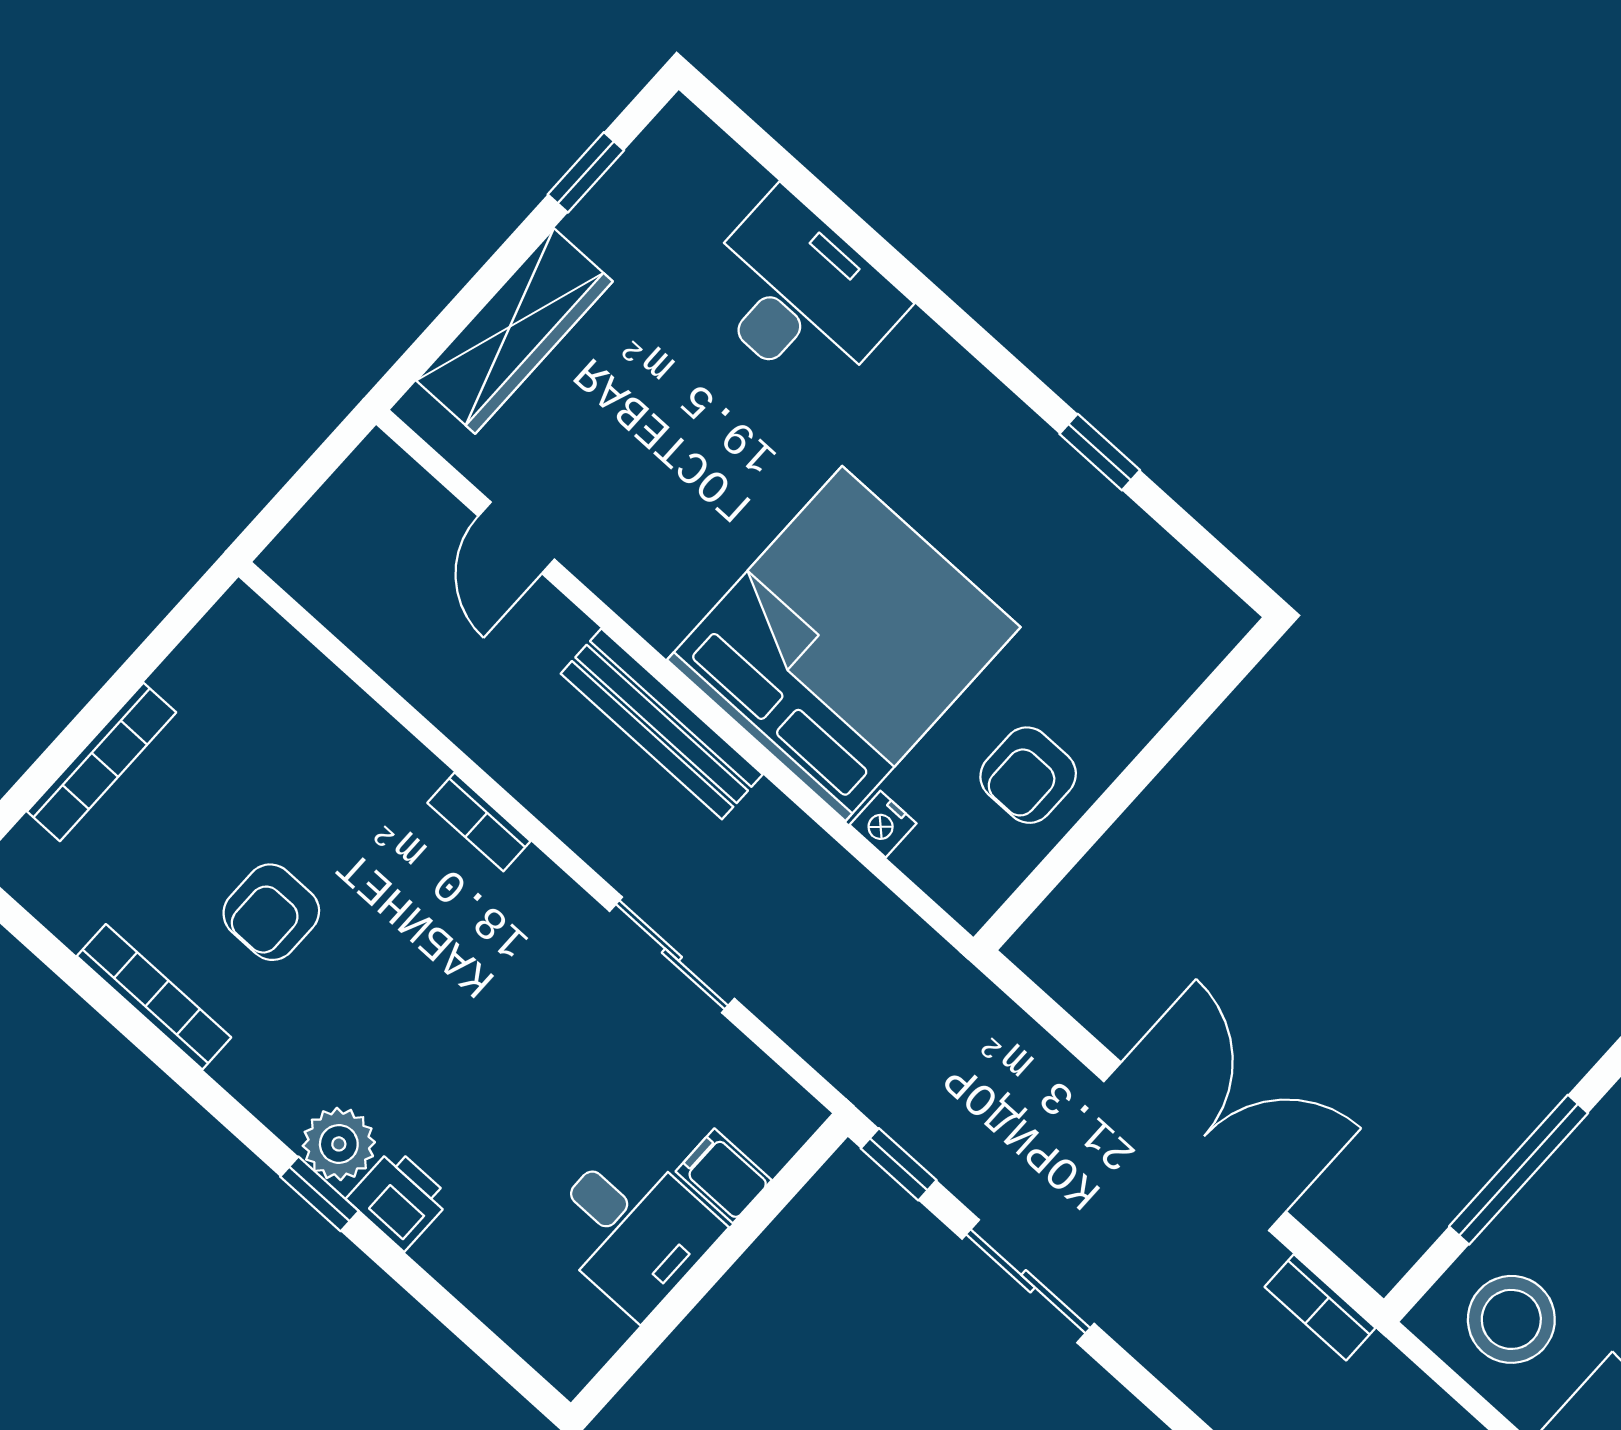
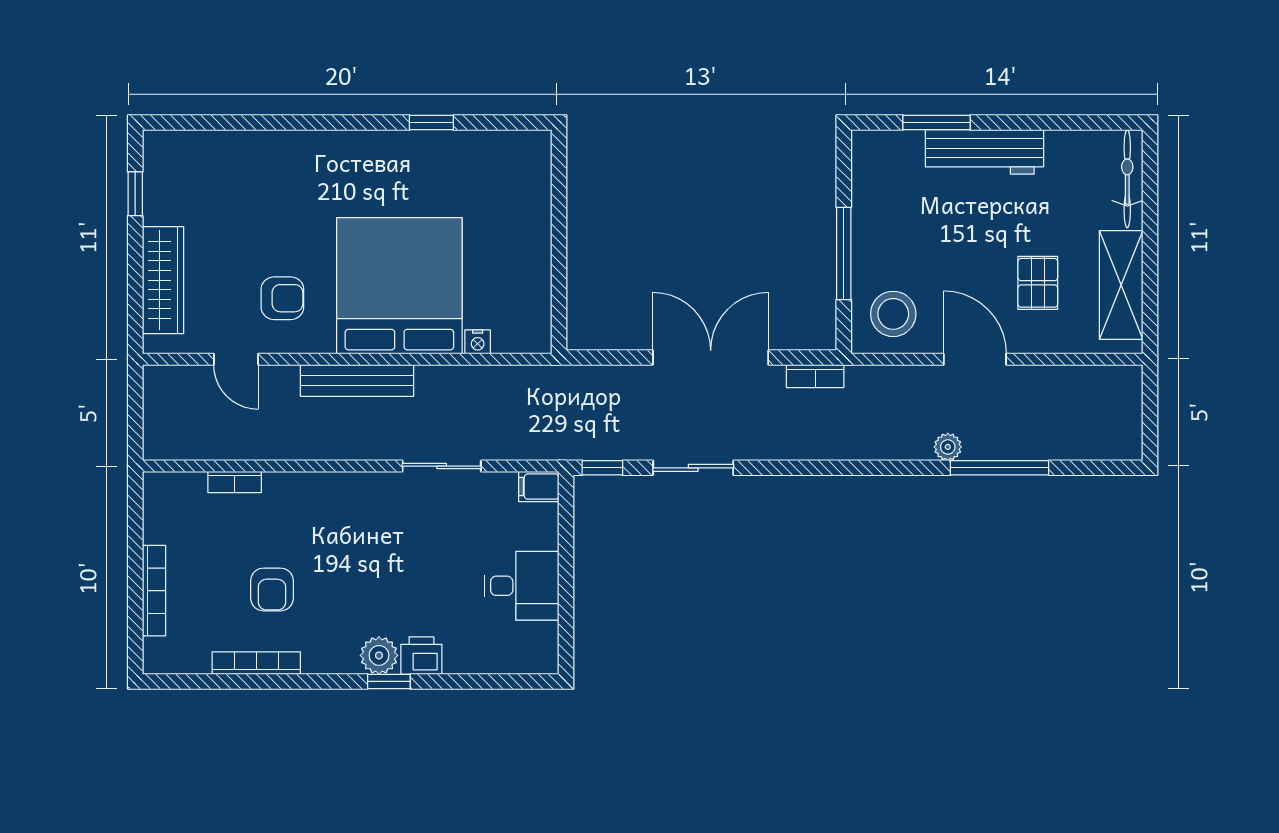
desk: (799, 295) -> (261, 167), removed
armchair: (1028, 775) -> (282, 298), moved, turned -90
bookcase: (479, 822) -> (235, 482), moved
filing cabinet: (724, 1176) -> (539, 487), moved

